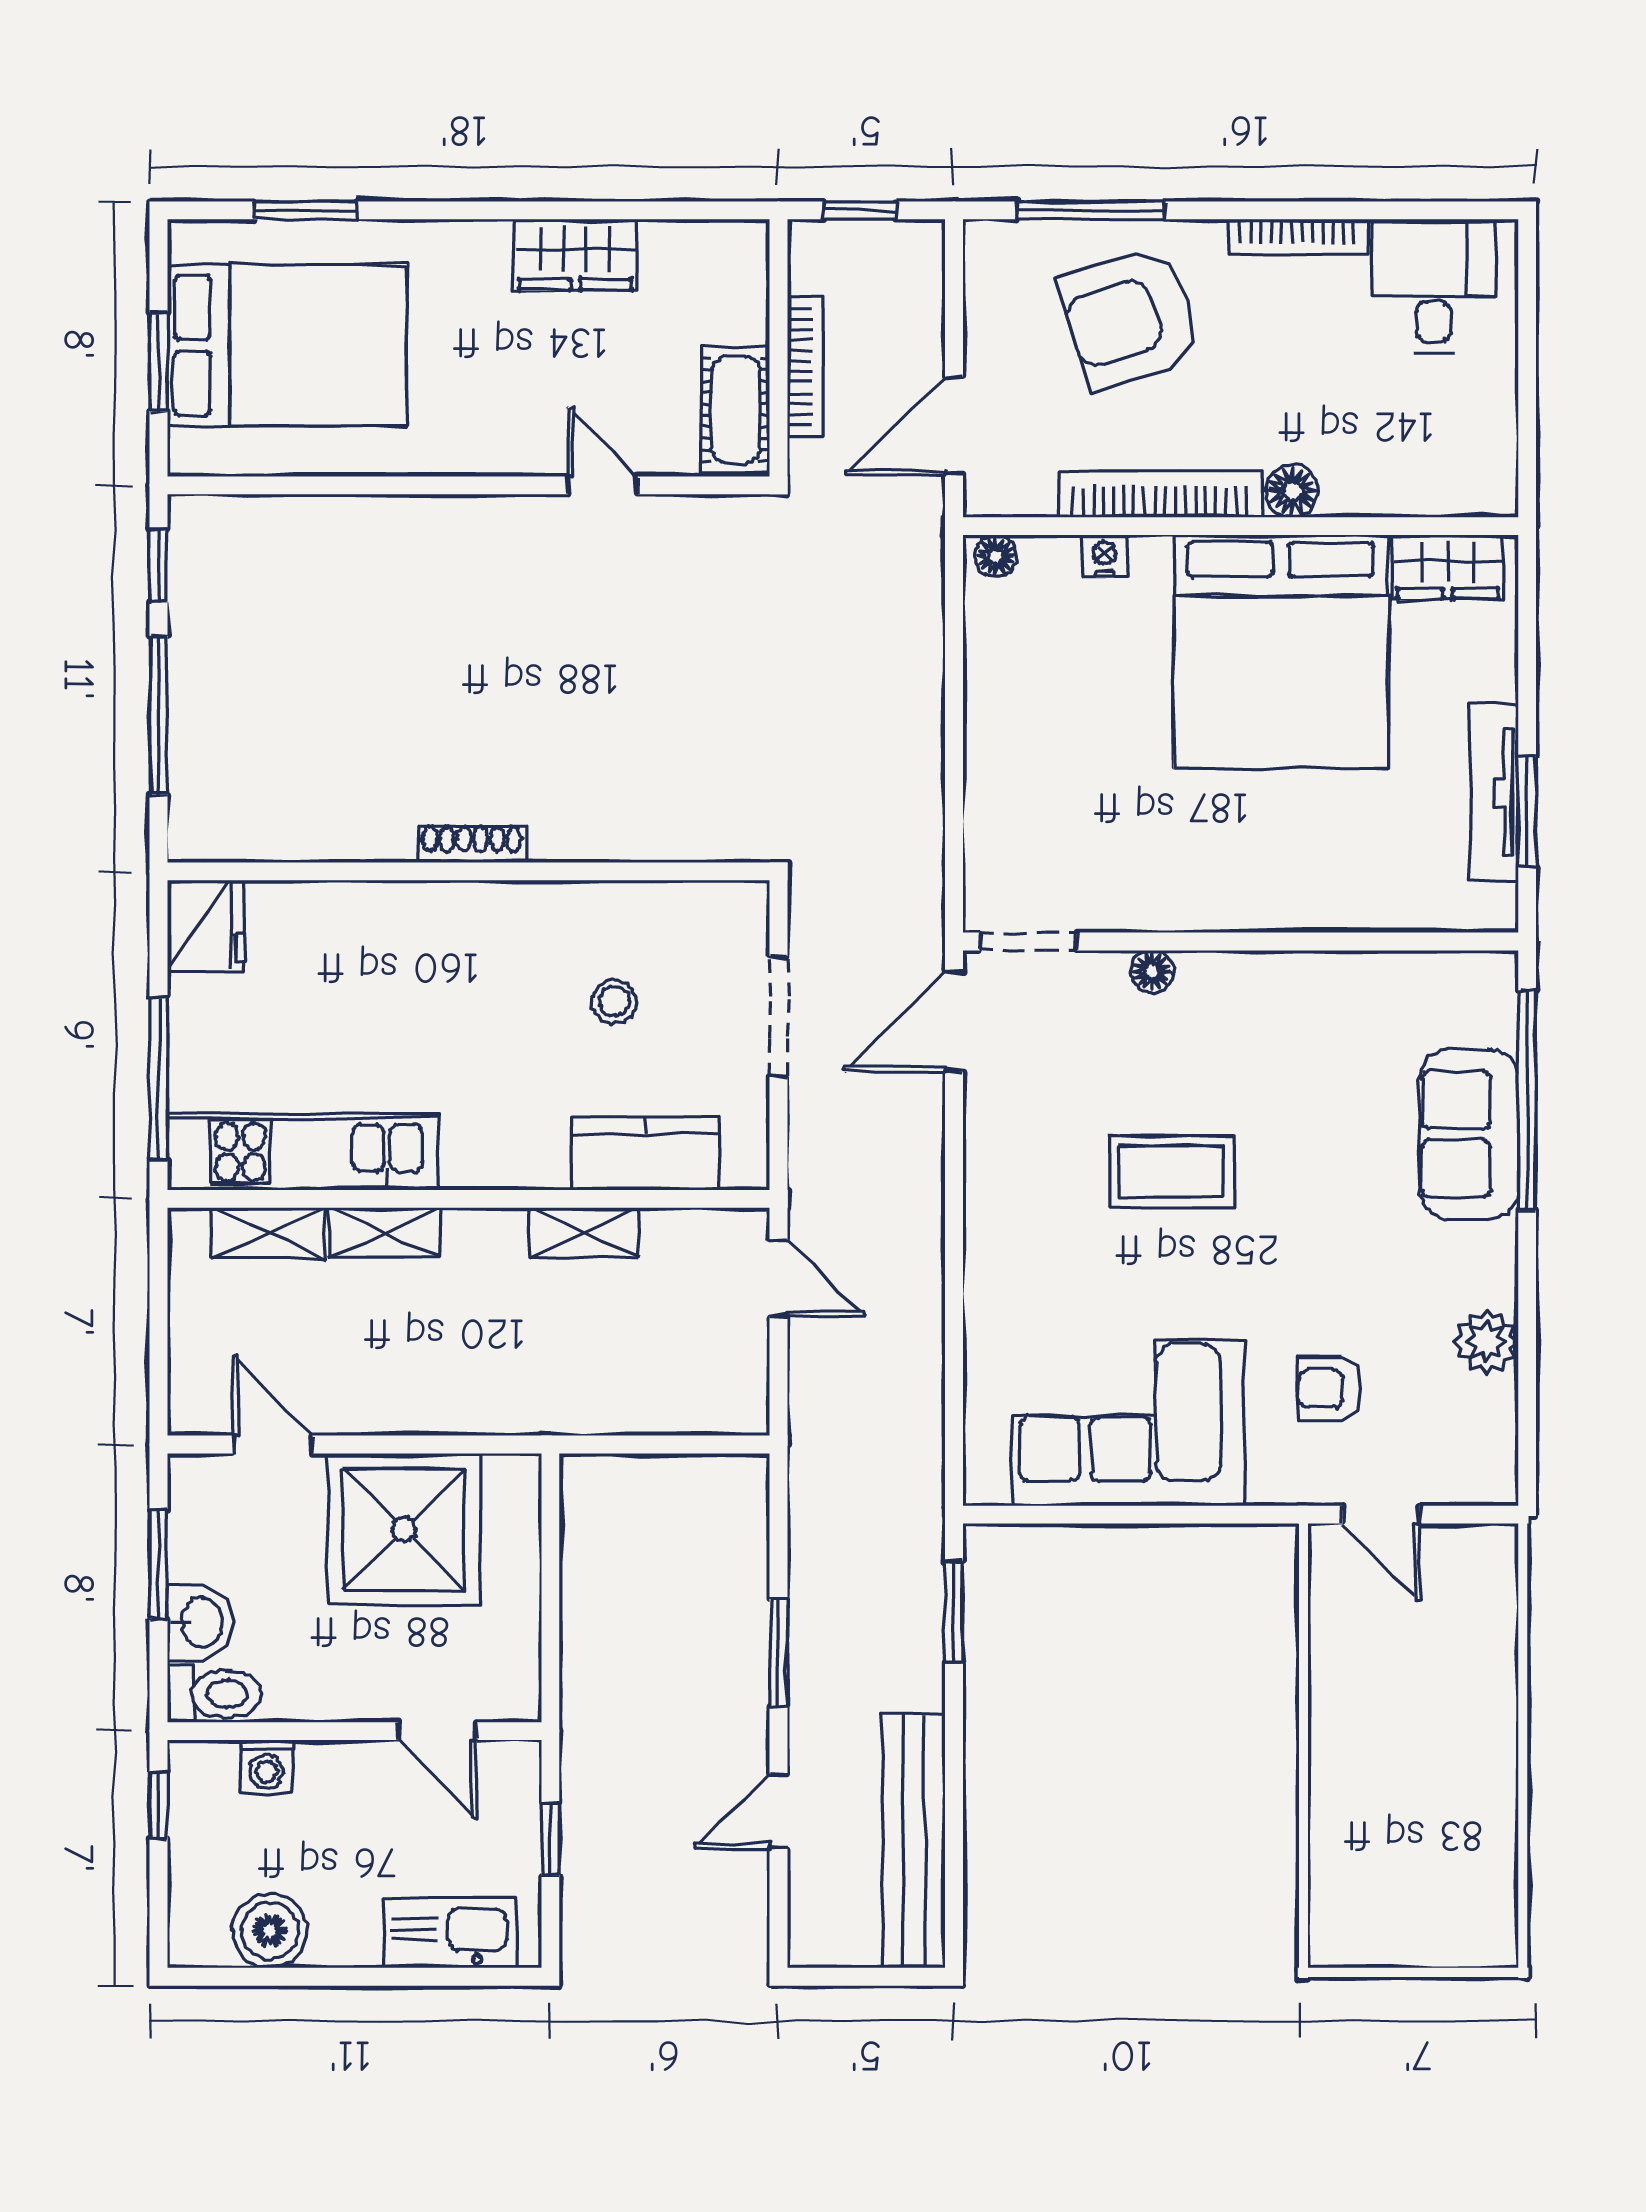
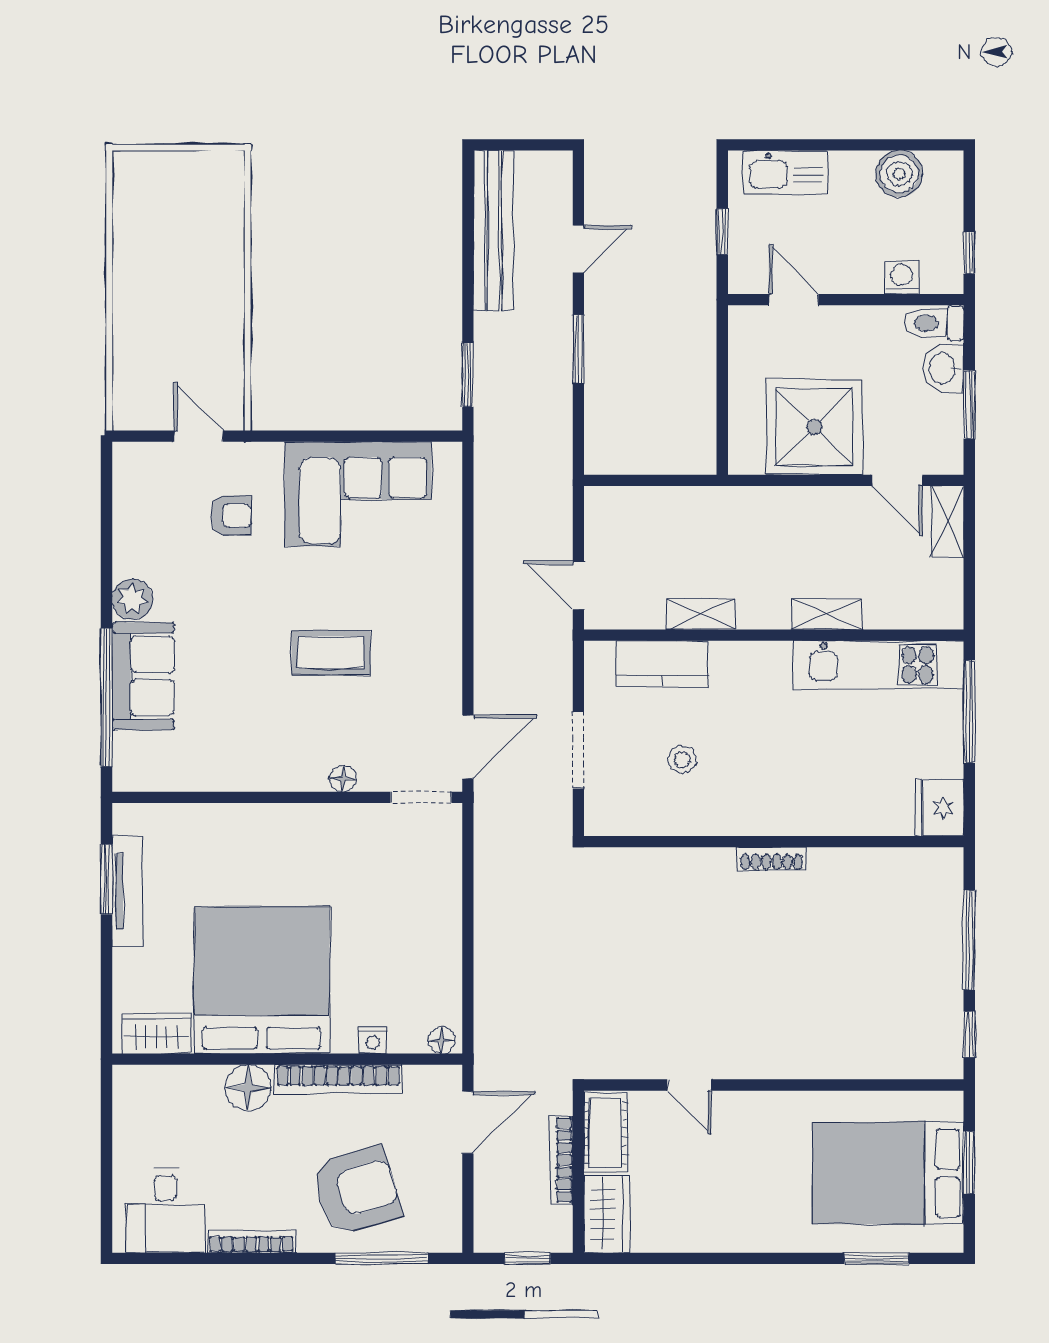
wardrobe: (575, 255) -> (606, 1214), moved, turned 90
floor lamp: (1292, 491) -> (248, 1088), width x1.38, depth x1.38
shelving: (268, 1233) -> (948, 522), moved, turned 90
plant: (1486, 1342) -> (132, 599), moved

